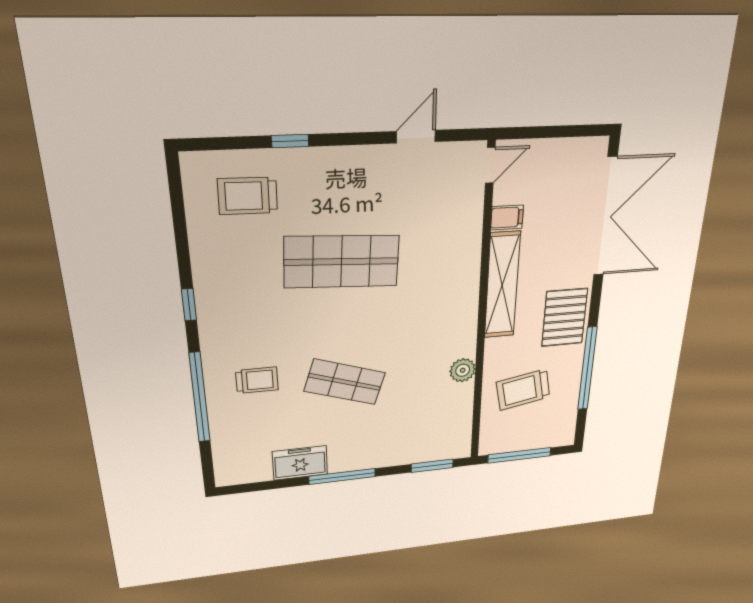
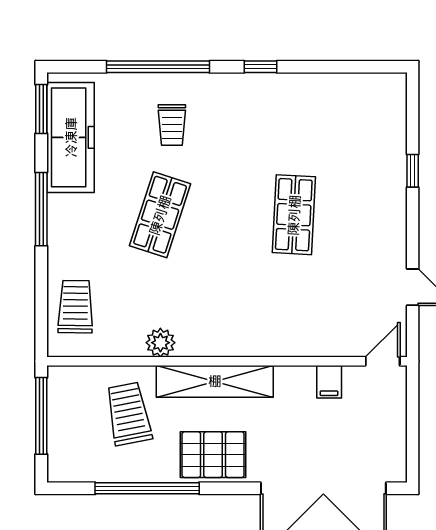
door: (490, 165) -> (383, 361), swing flipped
trolley: (248, 196) -> (75, 307), moved
shop shelf: (342, 262) -> (294, 215), width x0.70, depth x0.74
shelving: (502, 285) -> (215, 381), moved
freezer: (300, 463) -> (71, 137), width x1.91, depth x1.26
window: (432, 466) -> (41, 109), moved

